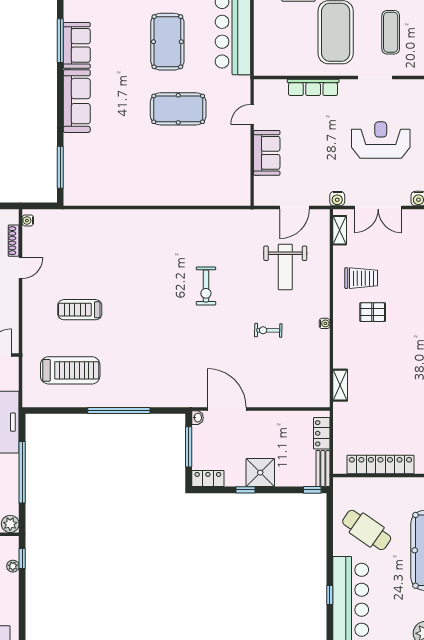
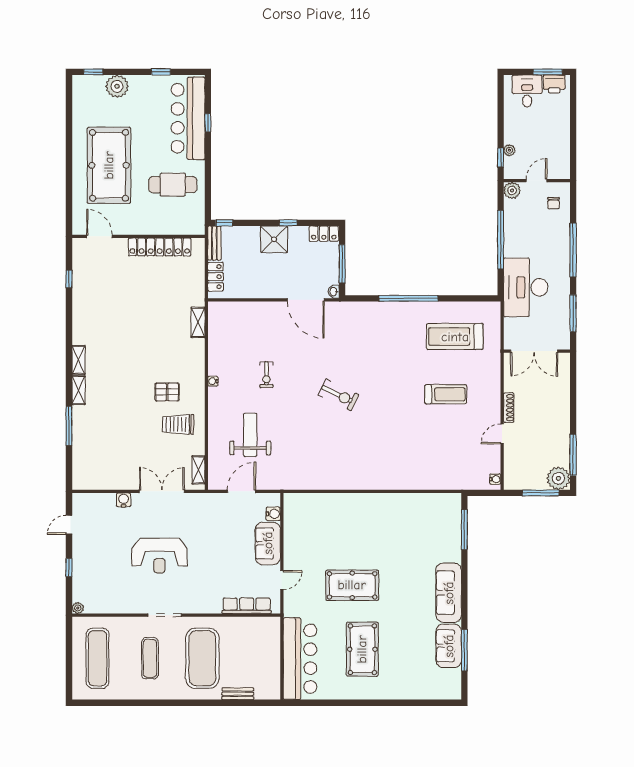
row of seats: (313, 87) -> (247, 606), moved
water cooler: (337, 199) -> (273, 514), moved, turned 90
shoe rack: (14, 241) -> (509, 408), moved
exercise bike: (206, 286) -> (339, 395), moved, turned 116
exercise bike: (268, 330) -> (266, 375), turned 89
cafe table: (367, 530) -> (173, 185), turned -35

